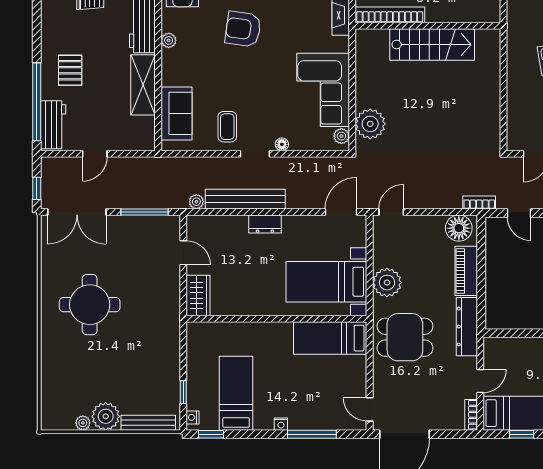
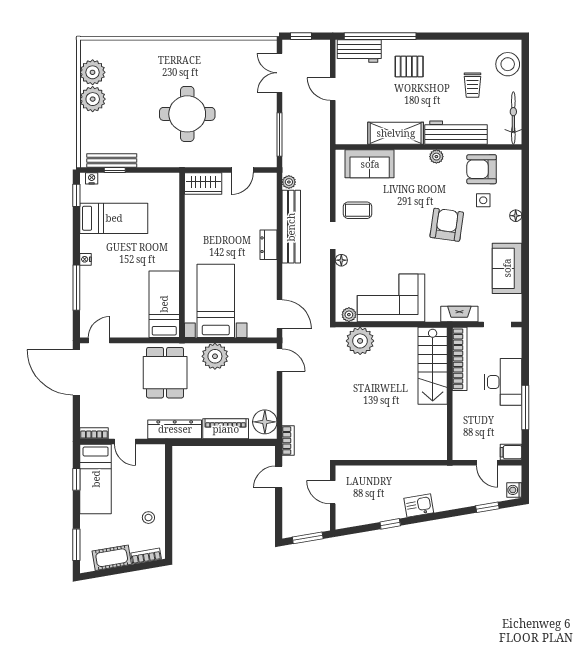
stairs: (432, 45) -> (433, 366), moved
double door: (77, 212) -> (280, 73), width x0.73
round table: (90, 305) -> (187, 114), moved
plant: (83, 423) -> (93, 72), width x1.87, depth x1.87
bench: (148, 423) -> (112, 160), moved, turned 90

